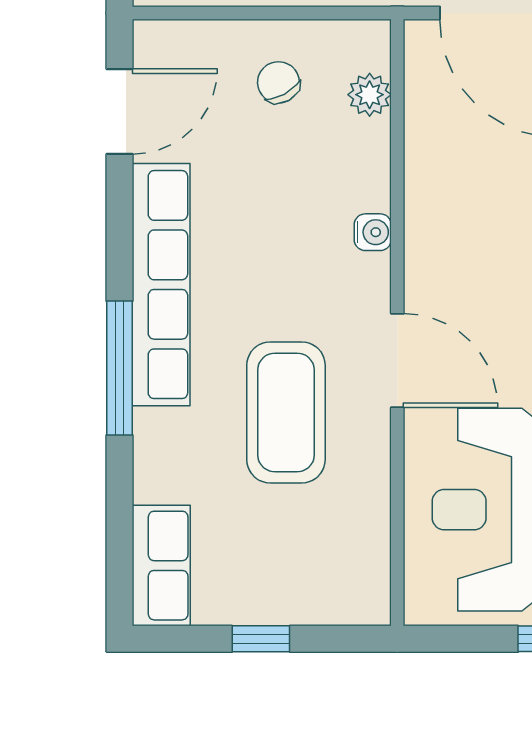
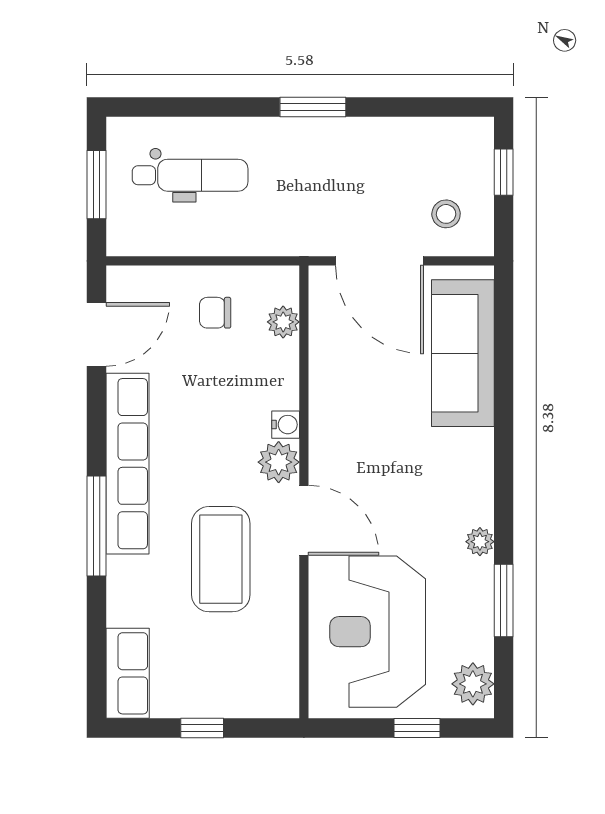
chair: (278, 82) -> (215, 313), turned -61
plant: (363, 283) -> (279, 462), added

